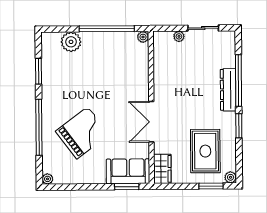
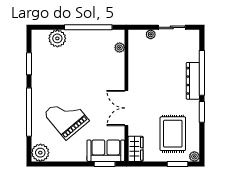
plant: (143, 37) -> (120, 48), moved
grand piano: (82, 133) -> (67, 117), turned -93
plant: (47, 179) -> (40, 153), width x1.88, depth x1.88

